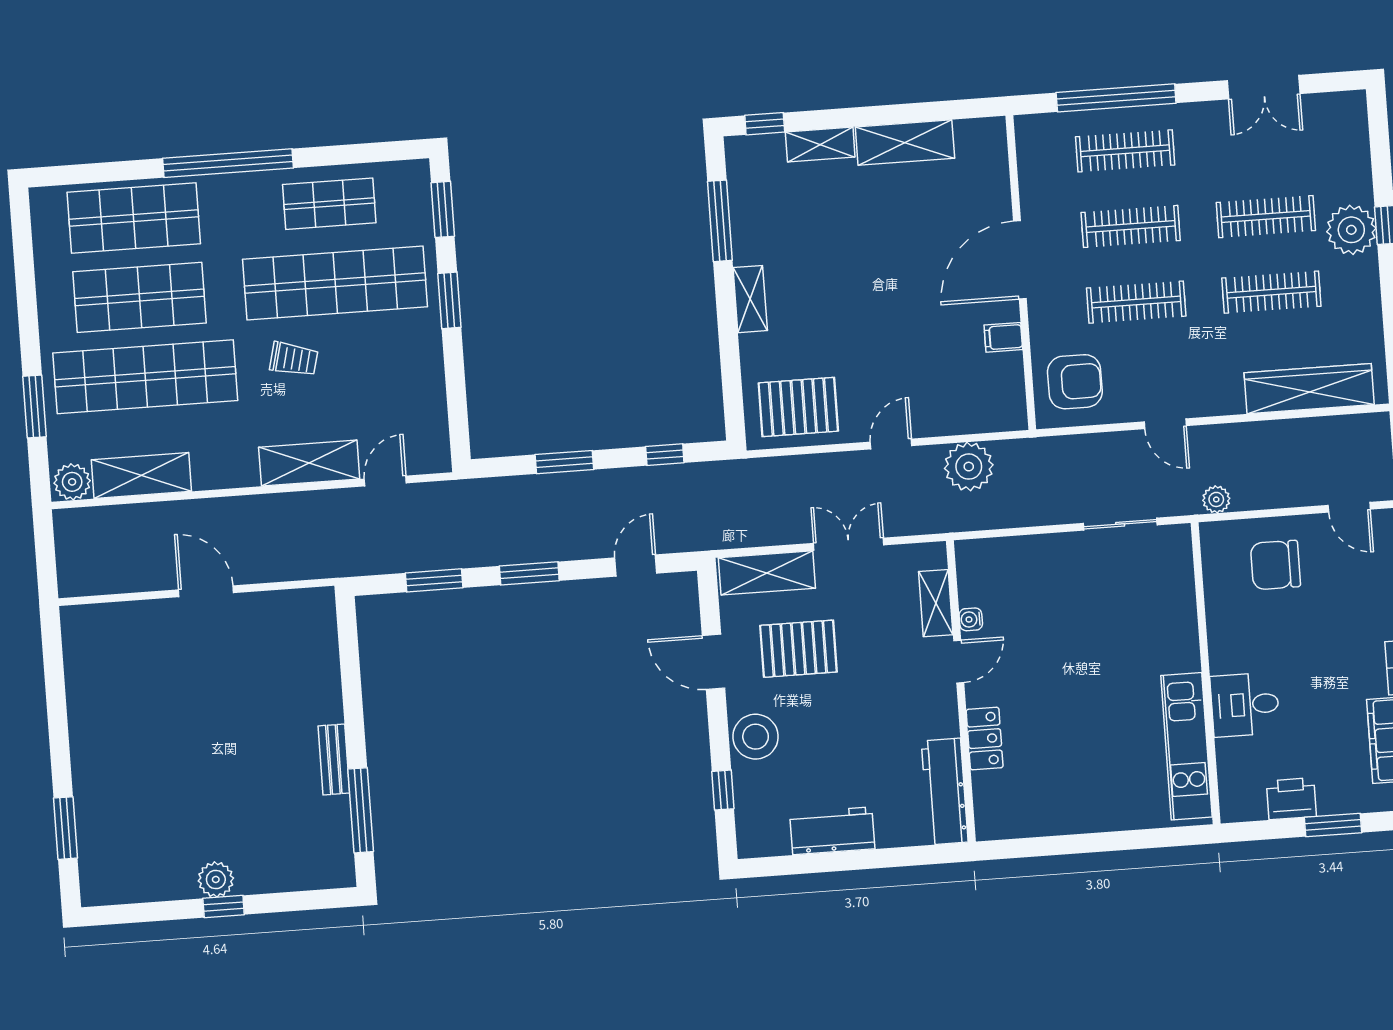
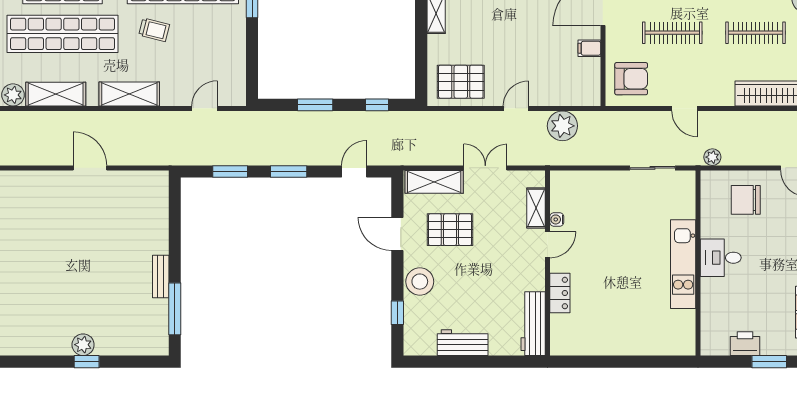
shelving: (309, 463) -> (129, 94), moved
desk: (1245, 705) -> (721, 258), moved
kitchen unit: (1187, 746) -> (683, 264), moved

